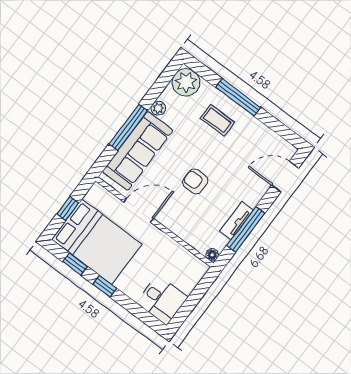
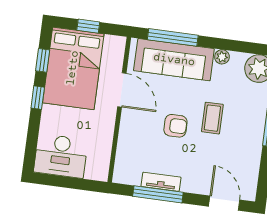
coffee table: (217, 120) -> (212, 118), moved
window: (128, 127) -> (173, 37), moved
armchair: (195, 181) -> (175, 126), turned 90
floor lamp: (212, 255) -> (119, 177), removed
desk: (162, 300) -> (61, 156), width x1.37

